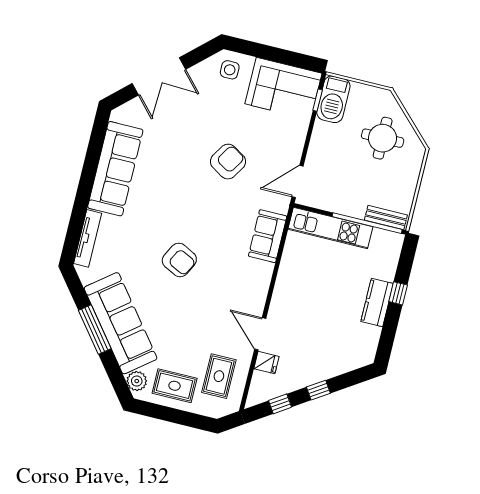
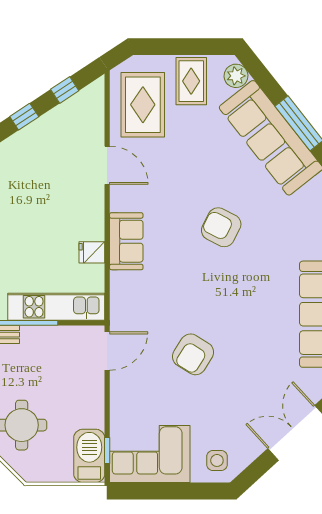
sofa: (268, 236) -> (126, 241), moved
fridge: (266, 363) -> (92, 252), moved
rug: (219, 376) -> (143, 105), width x1.36, depth x1.43
rug: (175, 386) -> (191, 81), turned 90

